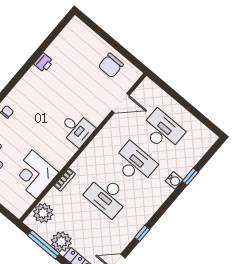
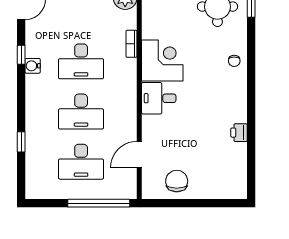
window: (174, 94) -> (99, 203), added
corner desk: (34, 174) -> (162, 61), moved
water cooler: (174, 180) -> (33, 66), moved
desk: (107, 196) -> (81, 61), turned 180

